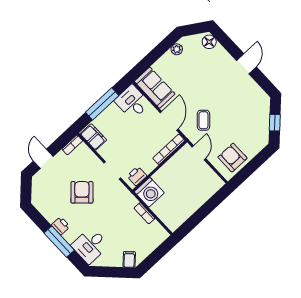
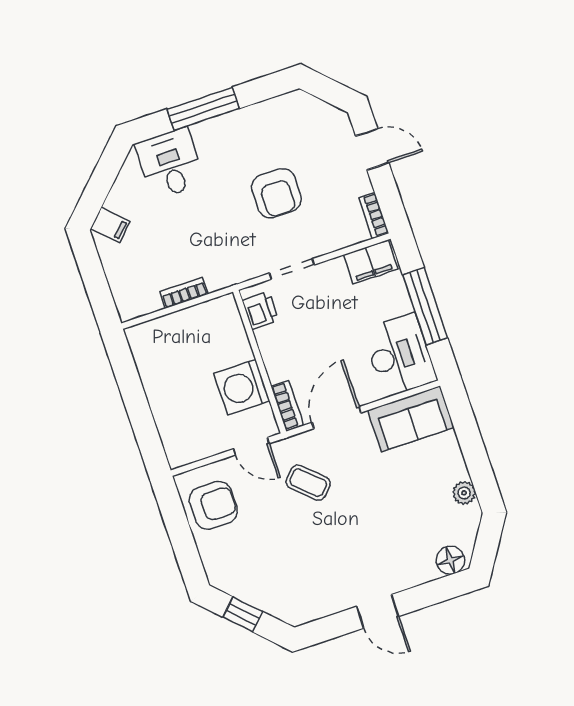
desk: (132, 102) -> (400, 355), width x1.37
door: (169, 121) -> (336, 418), swing flipped
bookcase: (169, 149) -> (287, 405), width x0.64
armchair: (82, 192) -> (276, 193), turned 47
washing machine: (149, 192) -> (242, 387), moved
printer: (61, 226) -> (232, 125), removed

